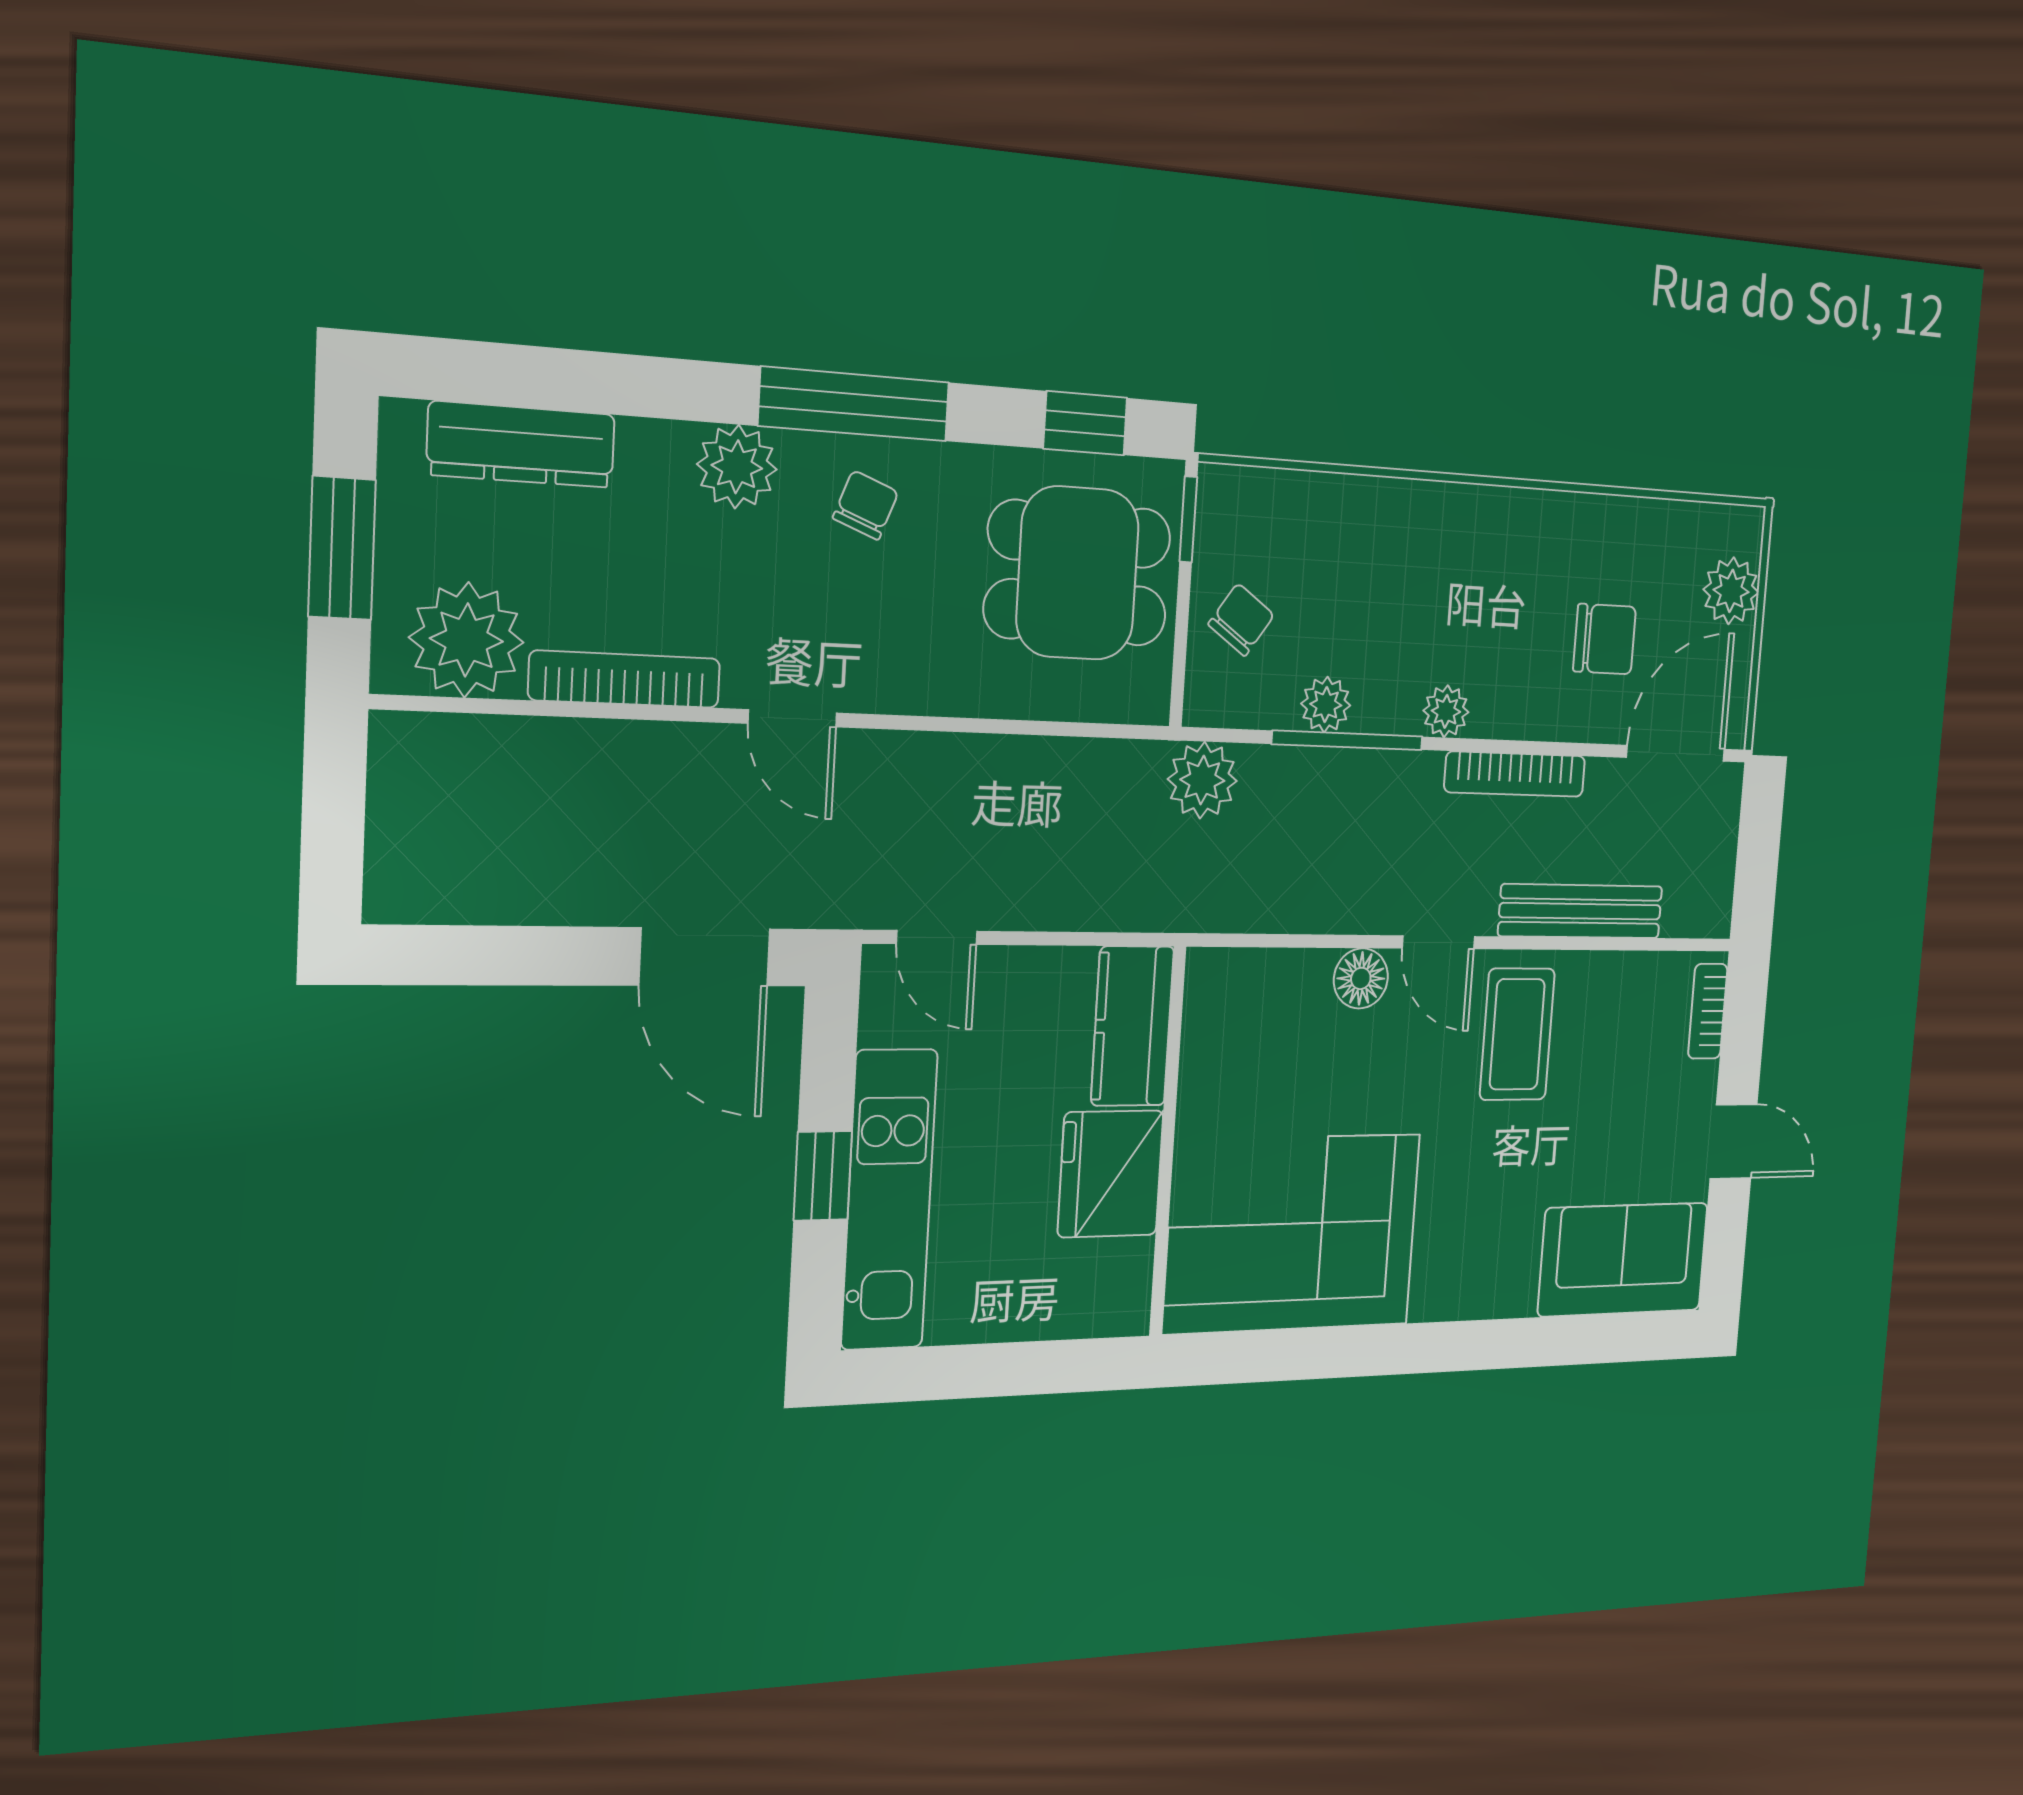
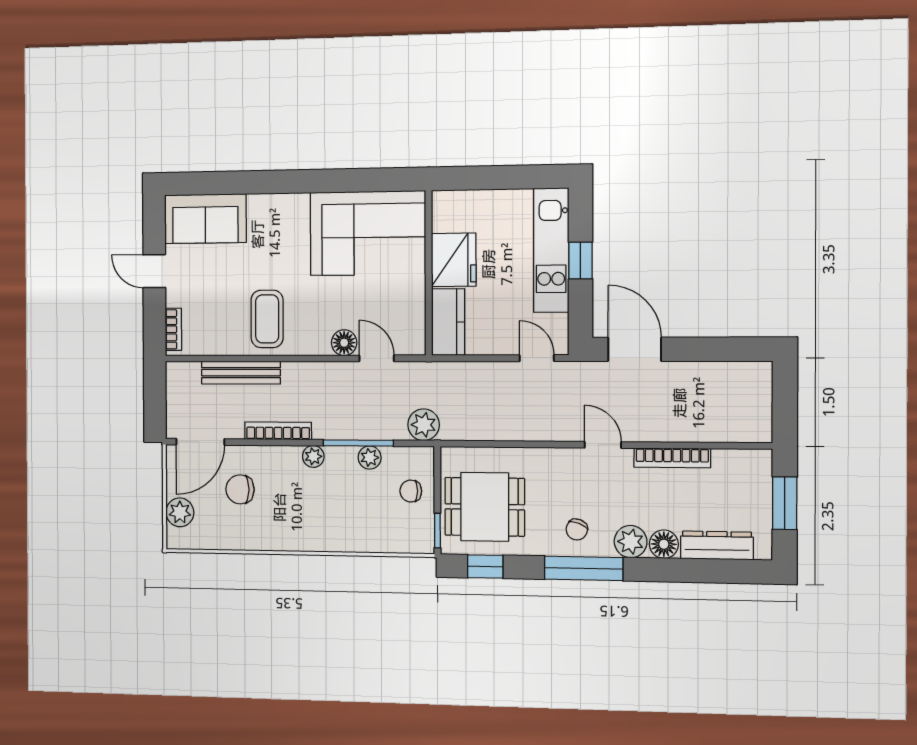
floor lamp: (655, 455) -> (664, 544), added
chair: (1241, 620) -> (411, 491), turned 55
plant: (467, 640) -> (735, 471), removed
door: (1438, 942) -> (377, 358), moved

